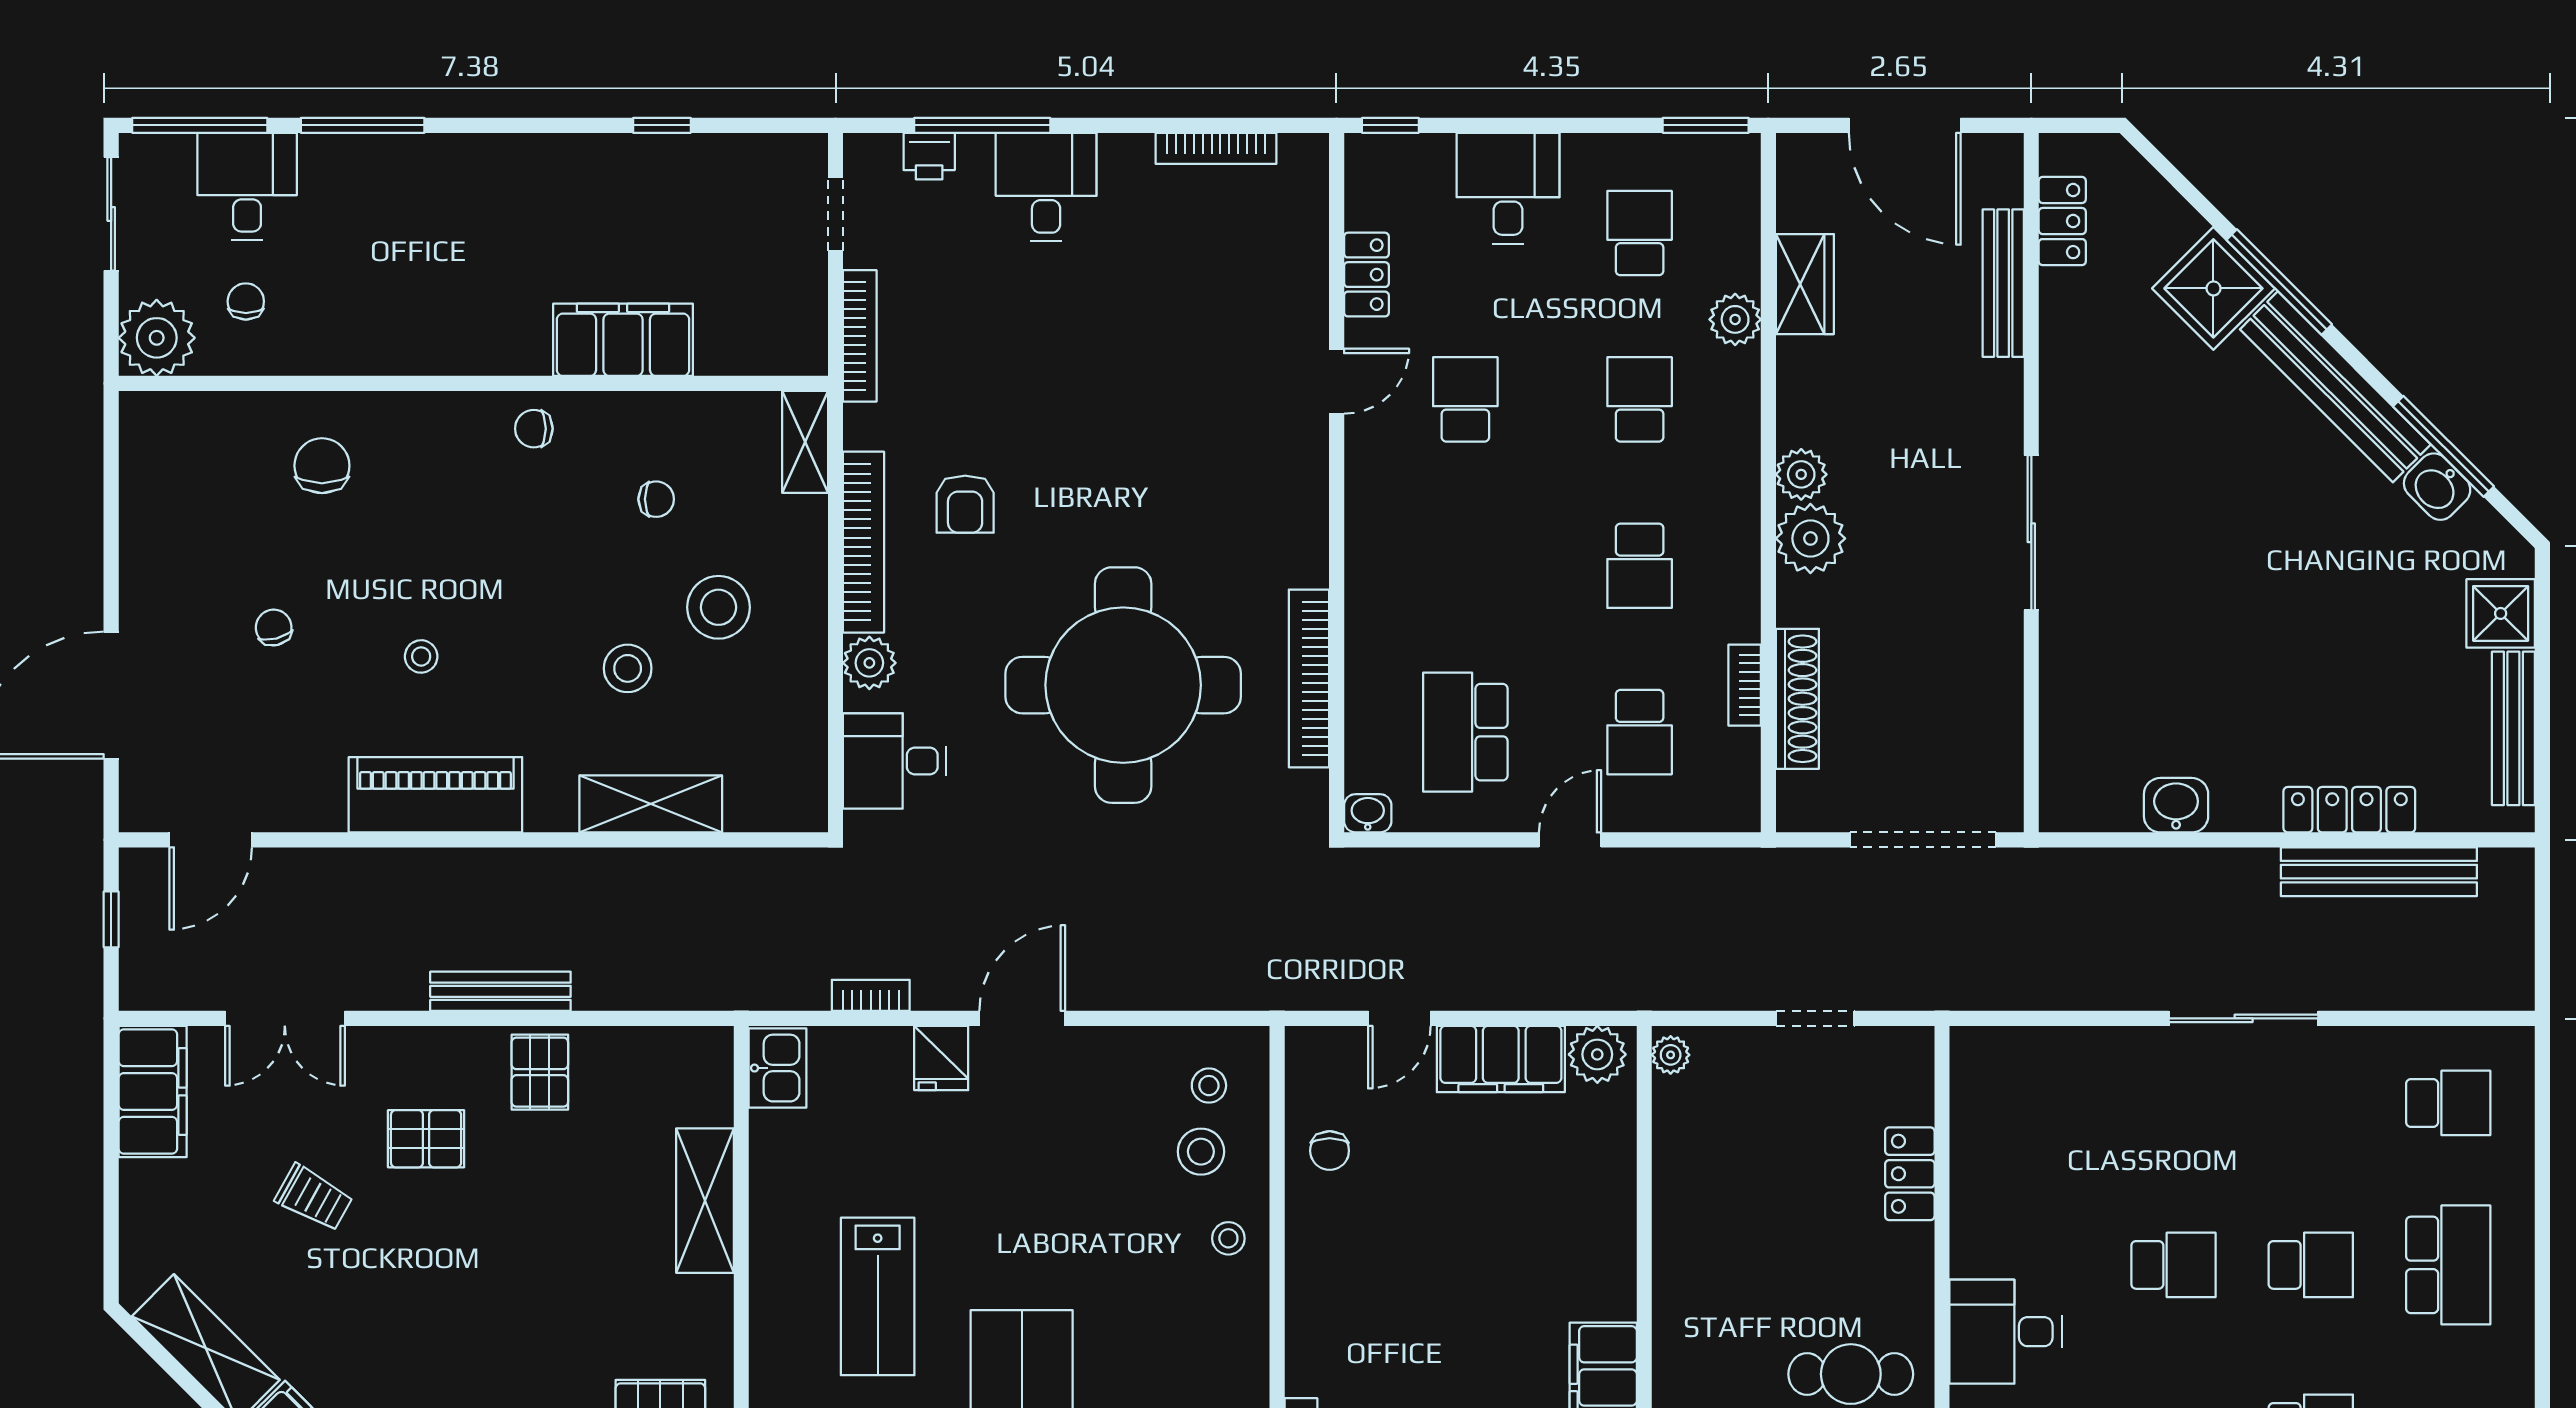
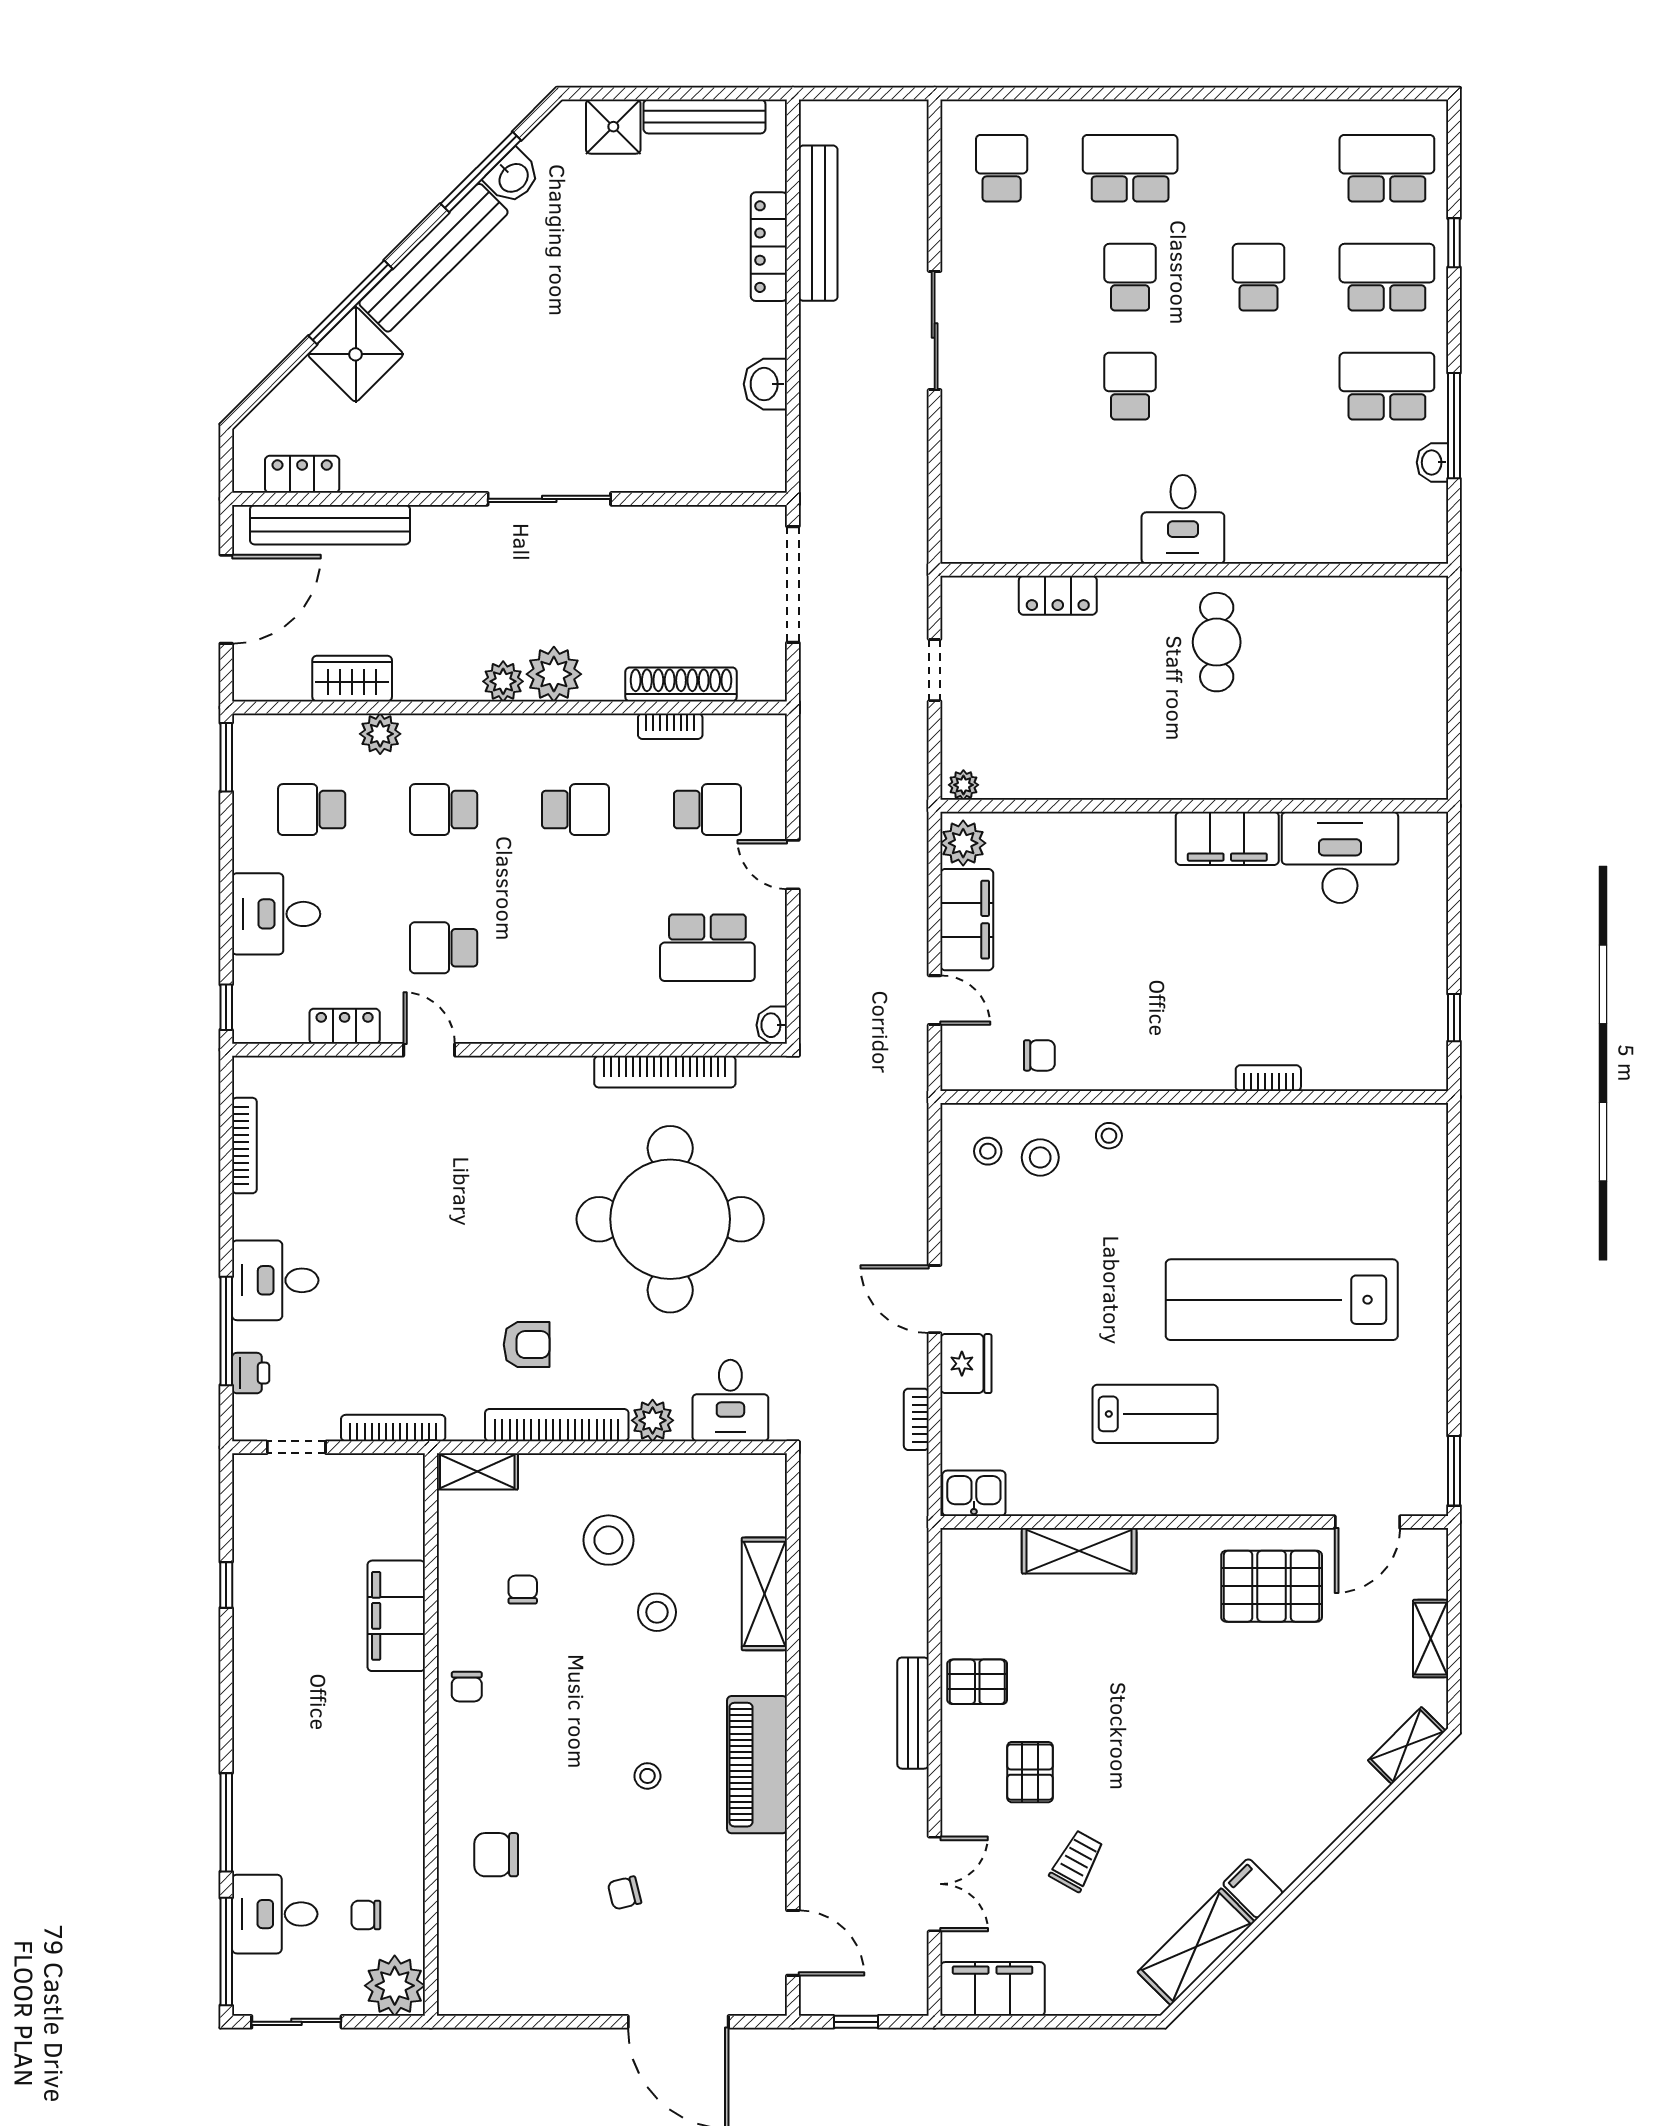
bench: (2003, 283) -> (330, 525), width x1.37, depth x1.21
fridge: (941, 1058) -> (966, 1364), width x1.38

